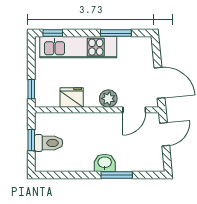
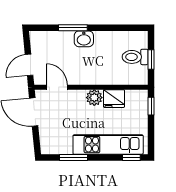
plant: (108, 99) -> (94, 98), moved
door: (134, 110) -> (57, 87), hinge flipped

